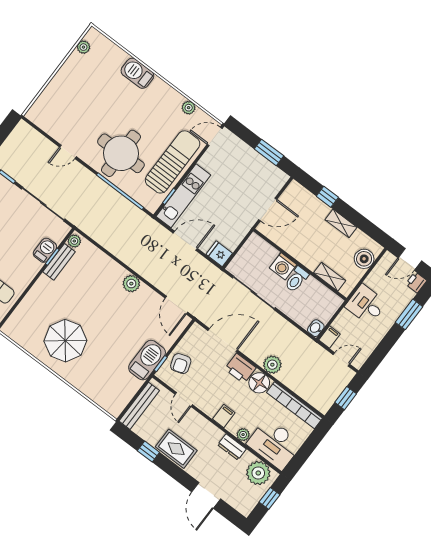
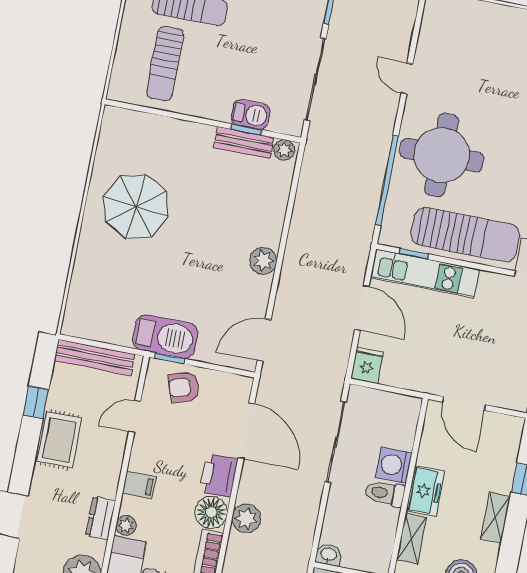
freezer: (306, 256) -> (425, 491), added

